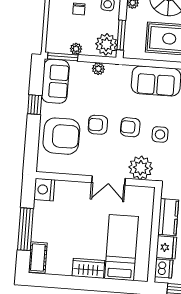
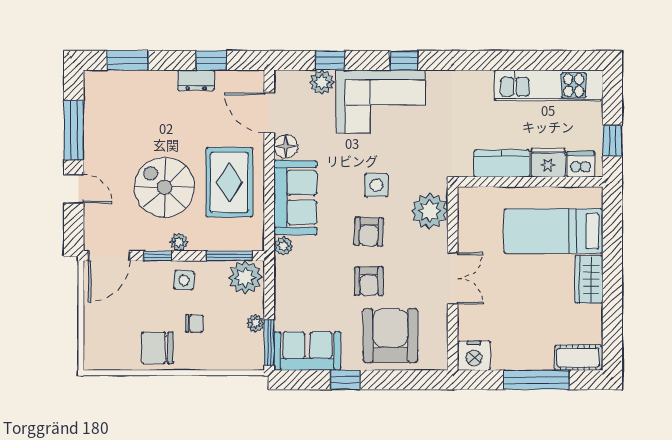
plant: (98, 69) -> (283, 246), moved
double door: (108, 181) -> (453, 278), moved

